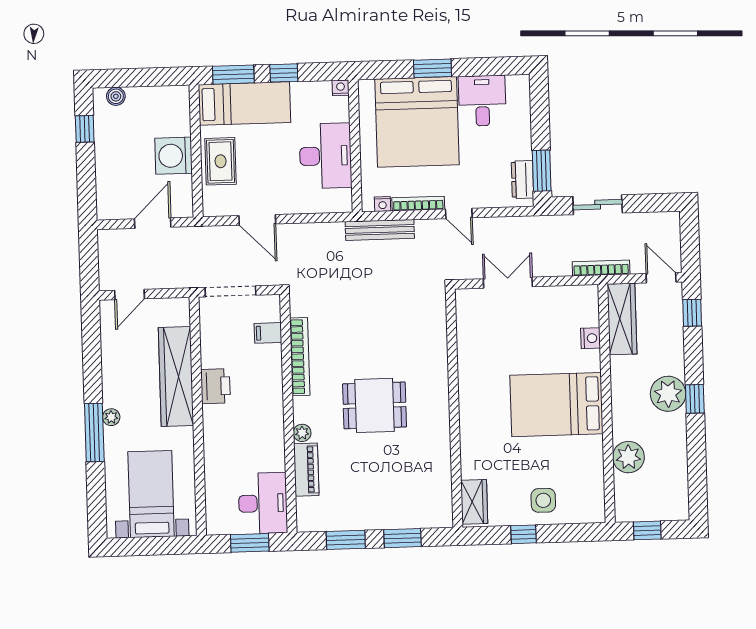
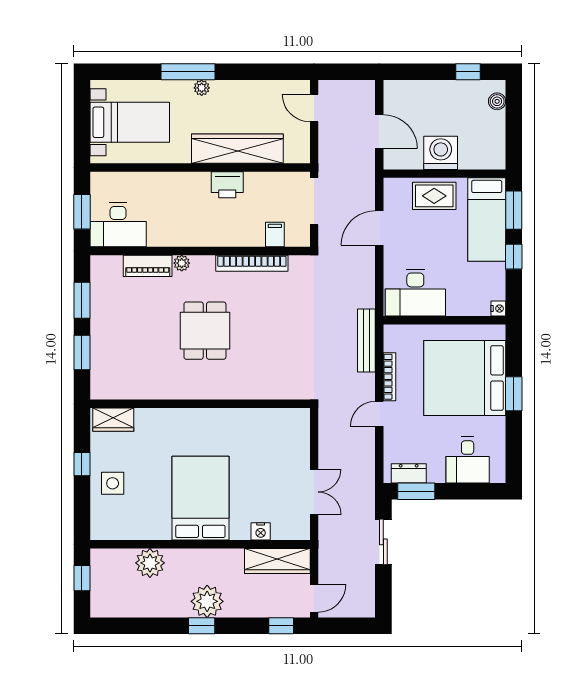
desk: (482, 101) -> (468, 460), moved, turned 90
desk: (325, 156) -> (415, 293), moved
nightstand: (383, 204) -> (390, 344), removed
bookcase: (601, 268) -> (325, 543), removed
double door: (508, 283) -> (314, 492), moved

